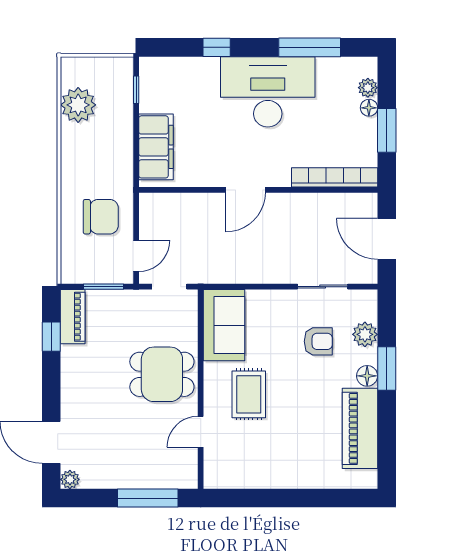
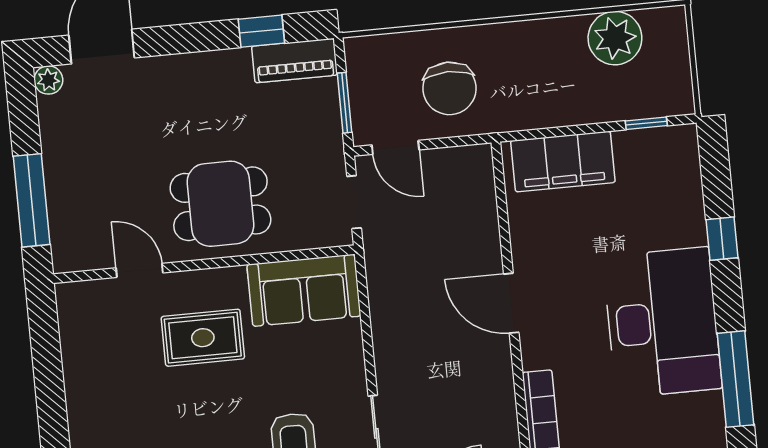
dining table: (162, 374) -> (220, 204), turned 90

